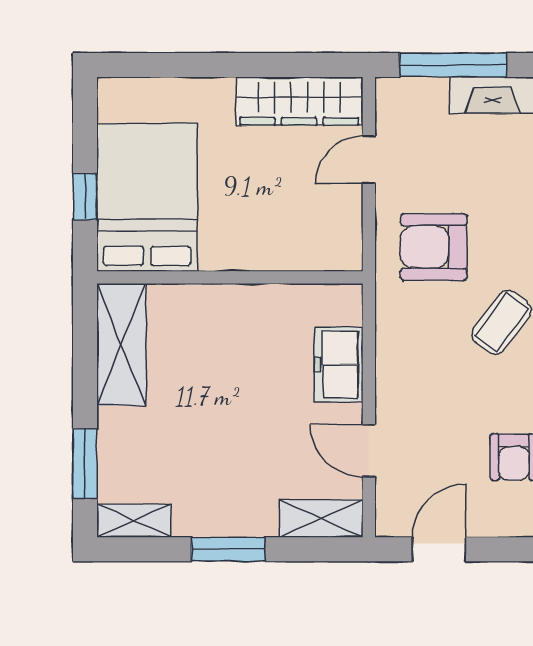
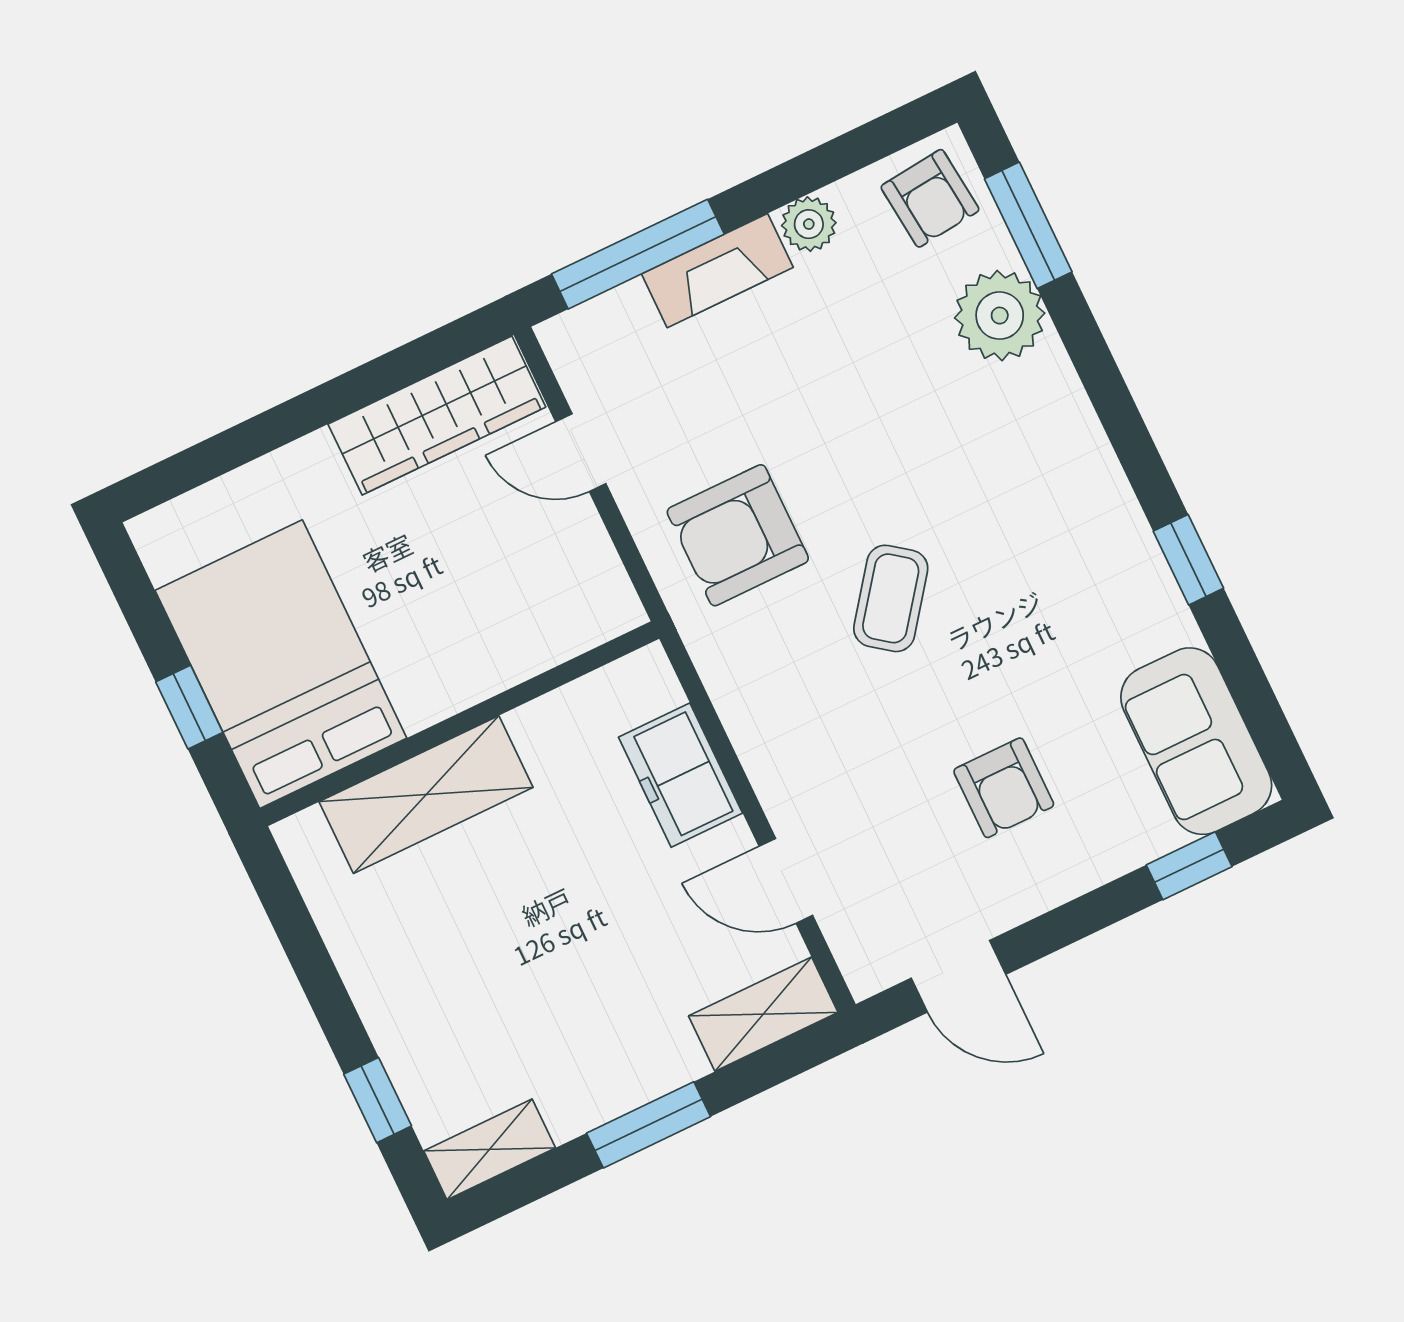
door: (369, 160) -> (581, 453), hinge flipped
shelving: (121, 344) -> (426, 795), moved, turned 90
window: (85, 464) -> (378, 1100), width x0.67
door: (439, 549) -> (959, 976), swing flipped

